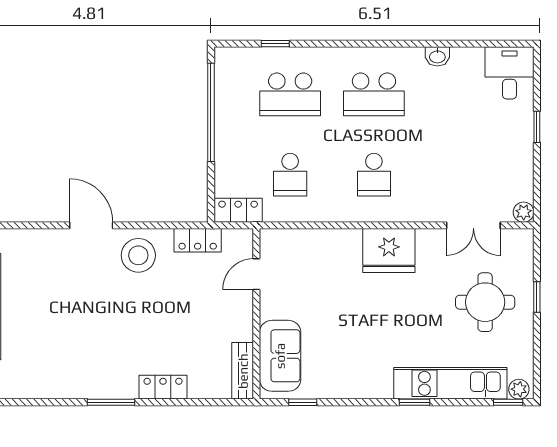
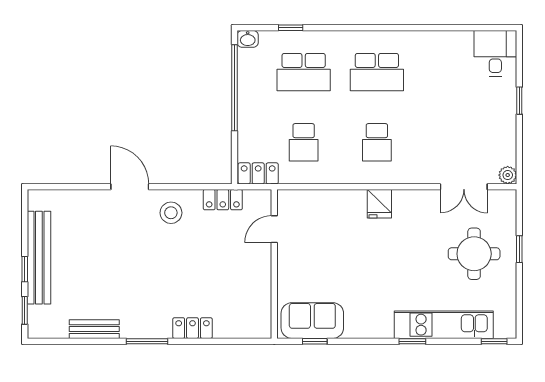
washbasin: (437, 56) -> (248, 39), moved
fridge: (389, 250) -> (379, 204), width x0.53, depth x0.75
stool: (138, 255) -> (171, 213), width x0.73, depth x0.73
sofa: (280, 356) -> (312, 321), moved, turned -90
bench: (243, 371) -> (94, 329), moved, turned 90
plant: (519, 389) -> (504, 330), removed

